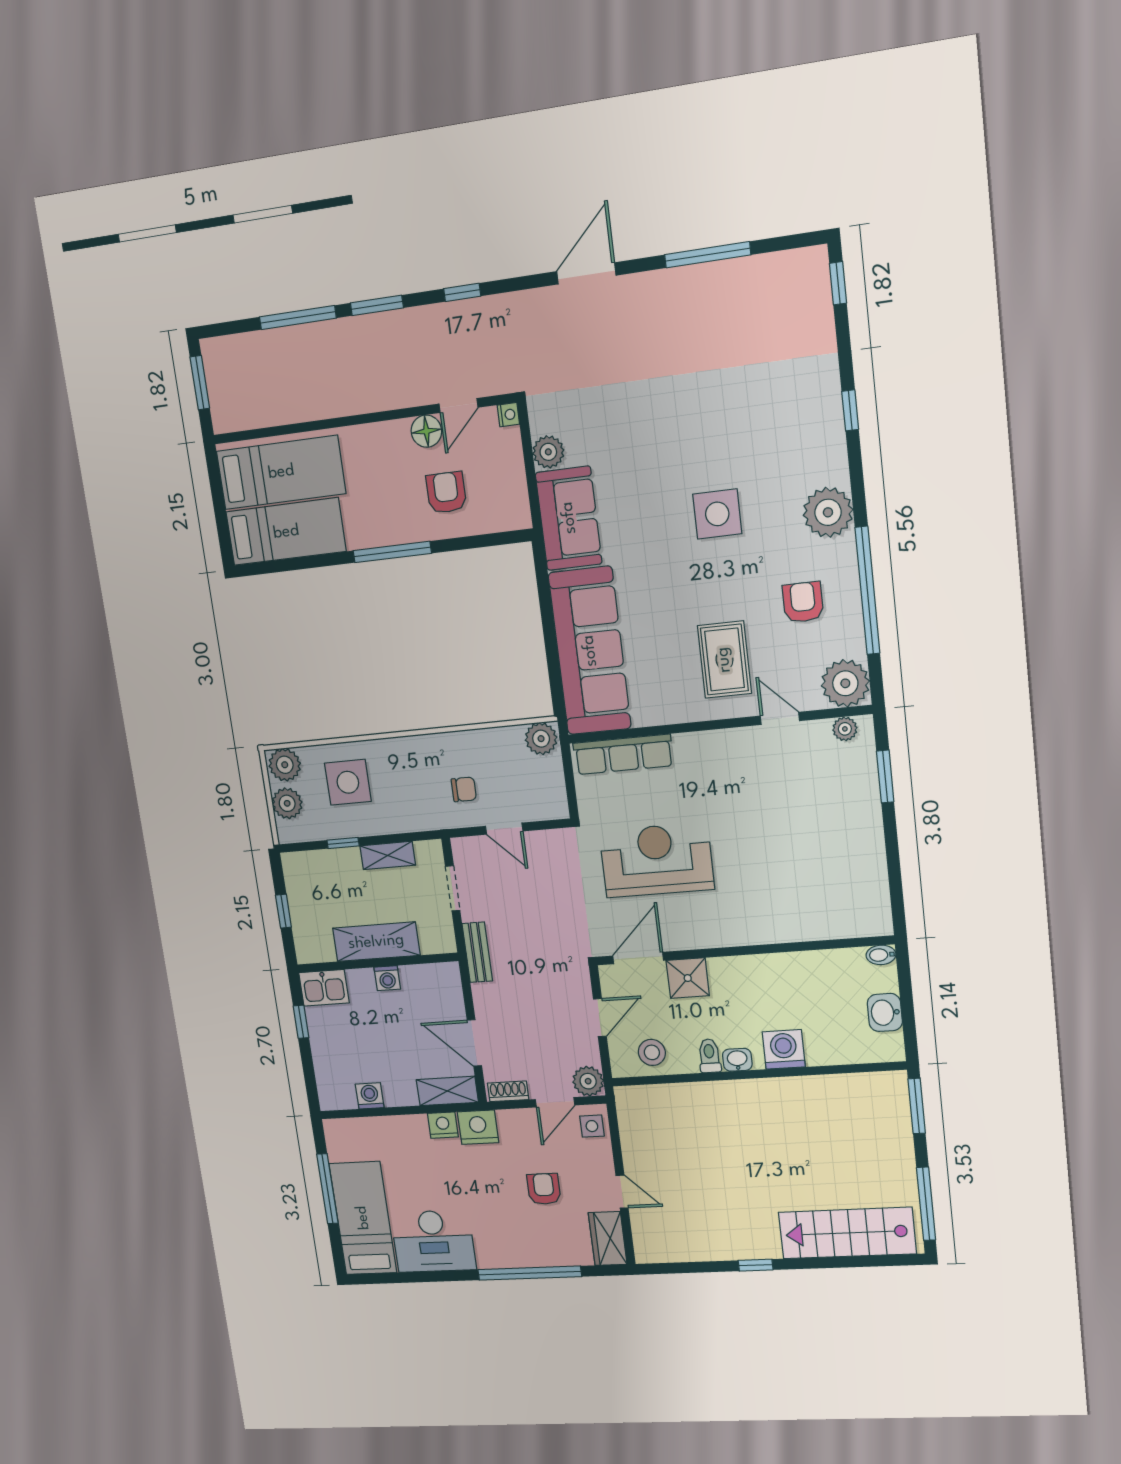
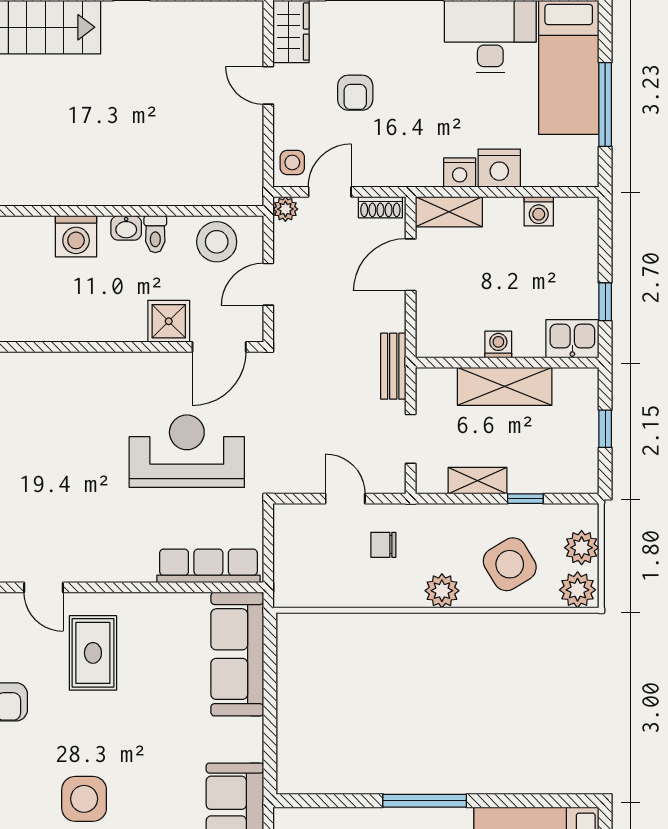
sofa: (590, 651) -> (237, 654), width x0.74, depth x0.79
plant: (541, 739) -> (442, 591), moved
side table: (348, 782) -> (510, 564), turned -31
reception desk: (657, 860) -> (187, 451), turned 180
door: (474, 1043) -> (411, 265), swing flipped
stool: (652, 1052) -> (217, 242), width x1.38, depth x1.38
plant: (588, 1081) -> (285, 209), width x0.73, depth x0.73
nightstand: (478, 1127) -> (499, 168), moved

